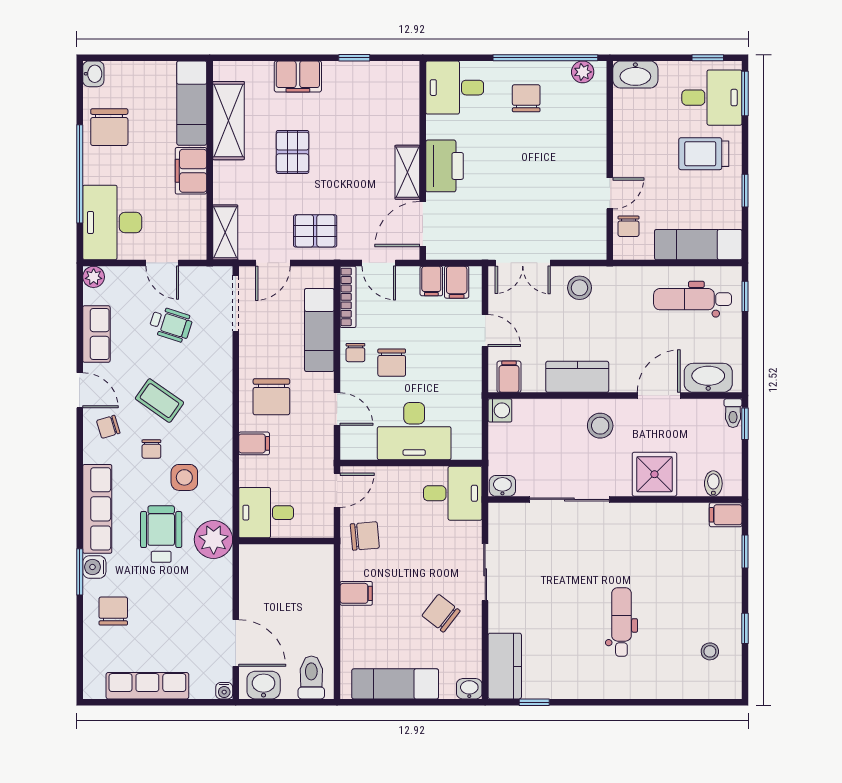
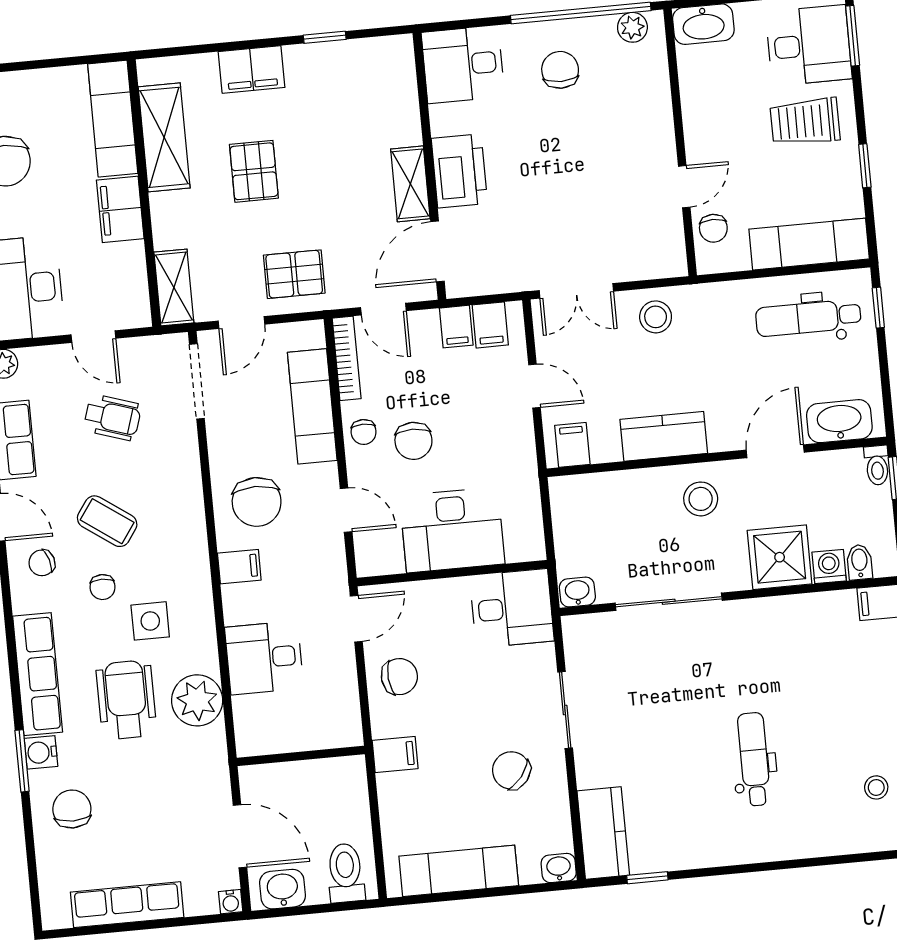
washing machine: (500, 410) -> (829, 566), moved, turned -90
wall: (286, 541) -> (301, 756), moved

